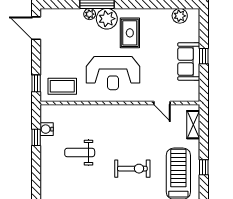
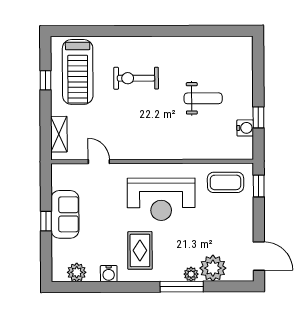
water cooler: (155, 15) -> (109, 274), added
plant: (107, 19) -> (213, 268), moved
reception desk: (113, 73) -> (161, 199), turned 180

